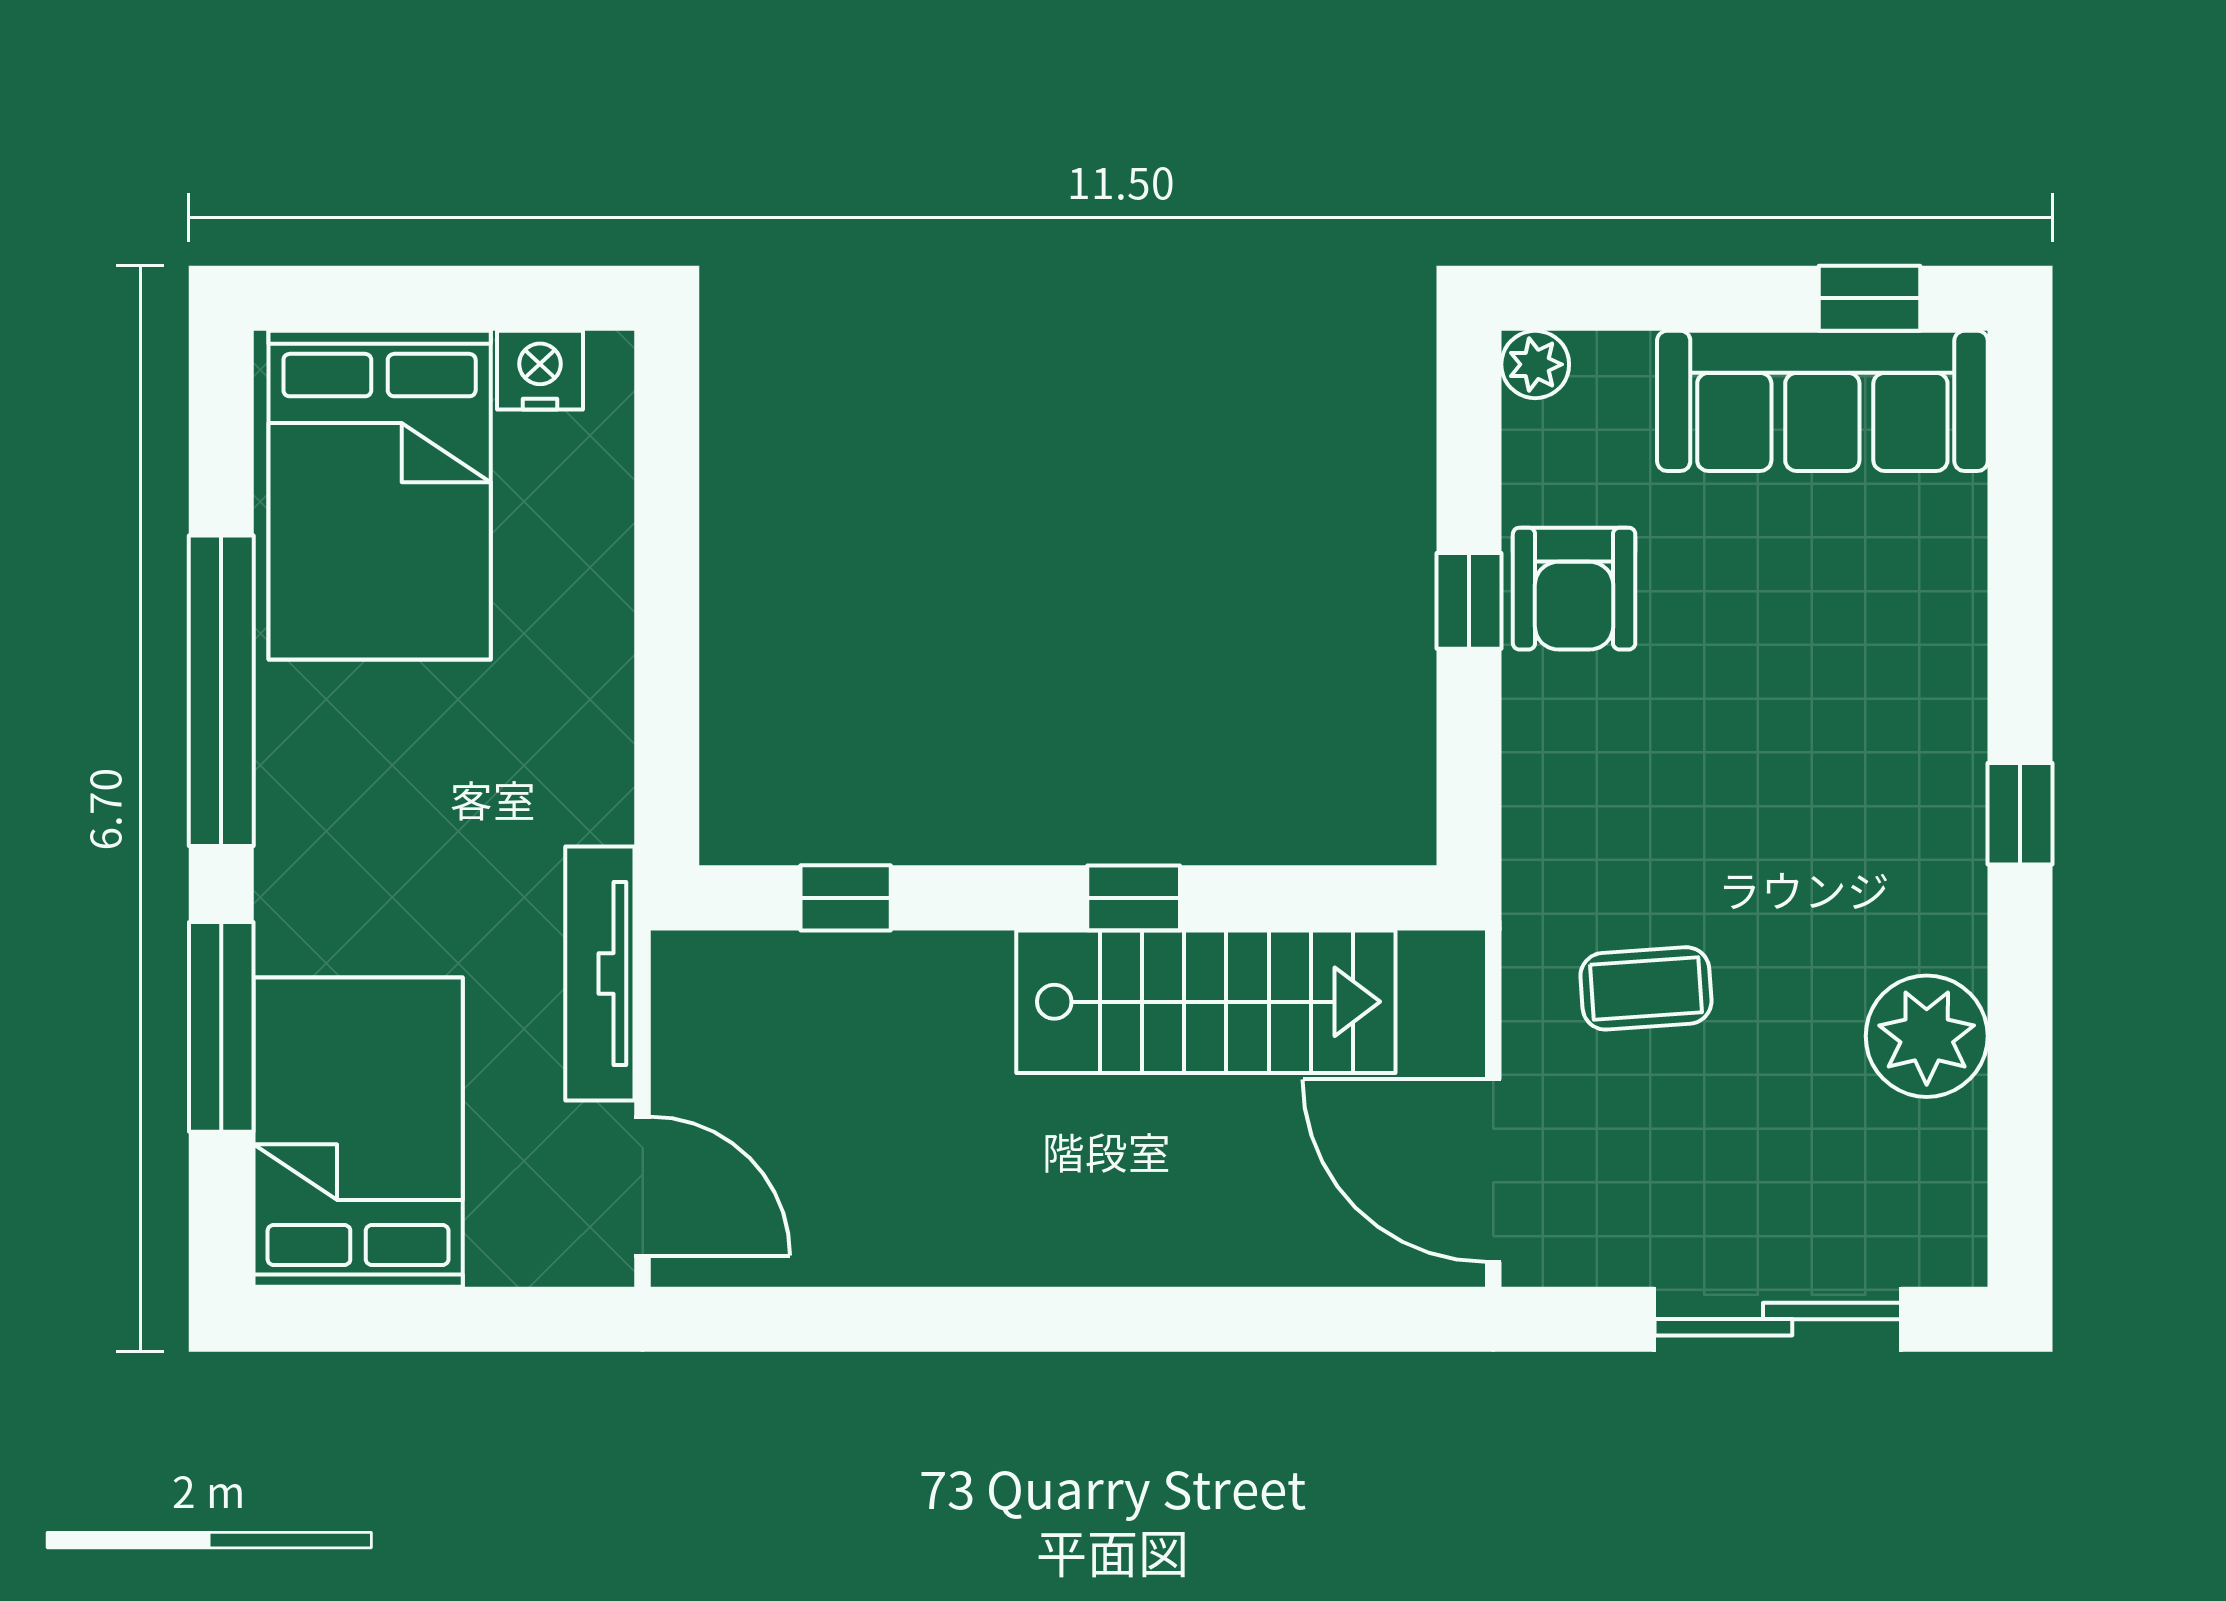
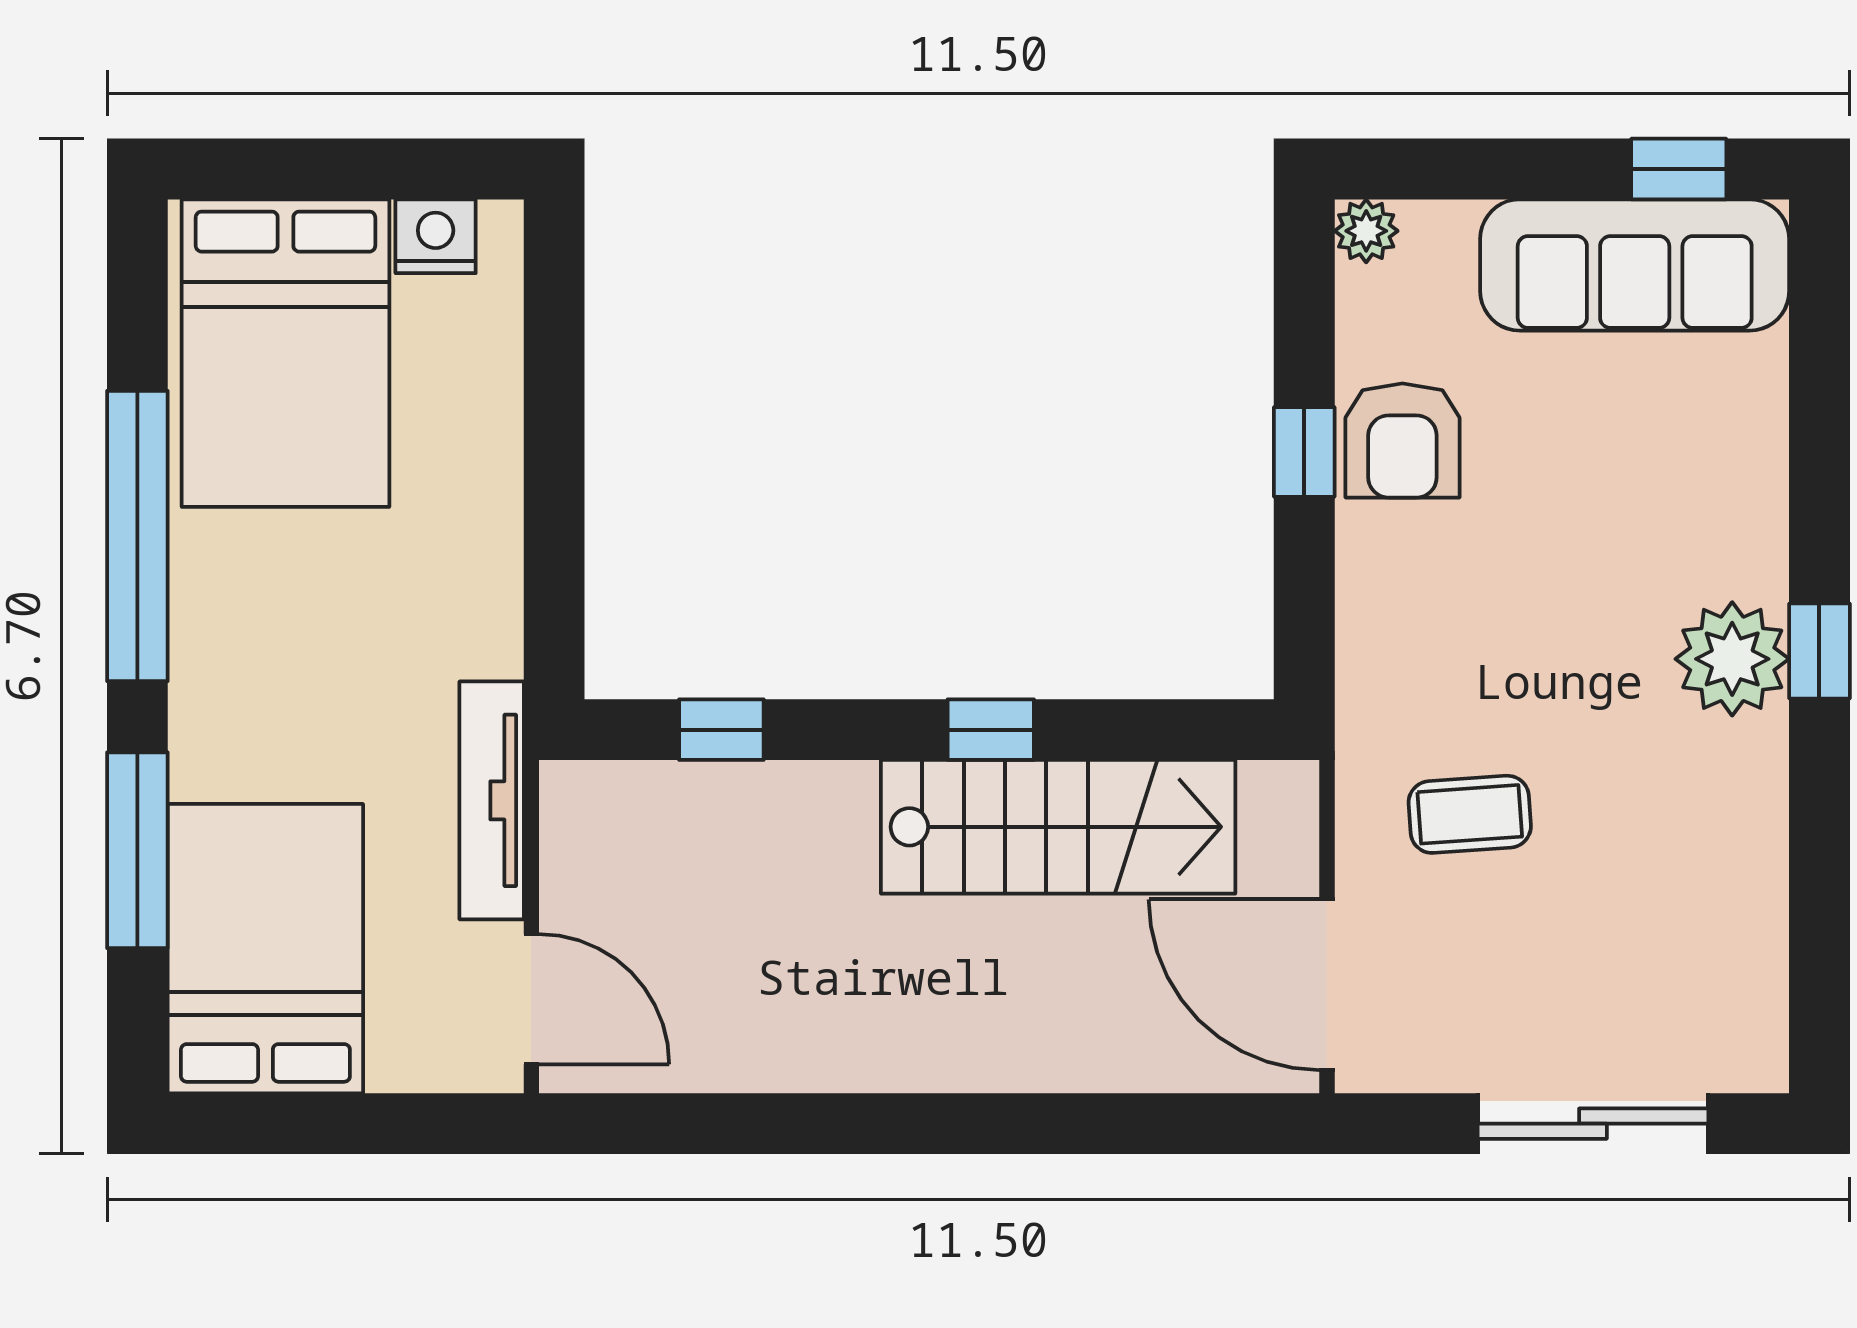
plant: (1927, 1036) -> (1732, 659), moved

